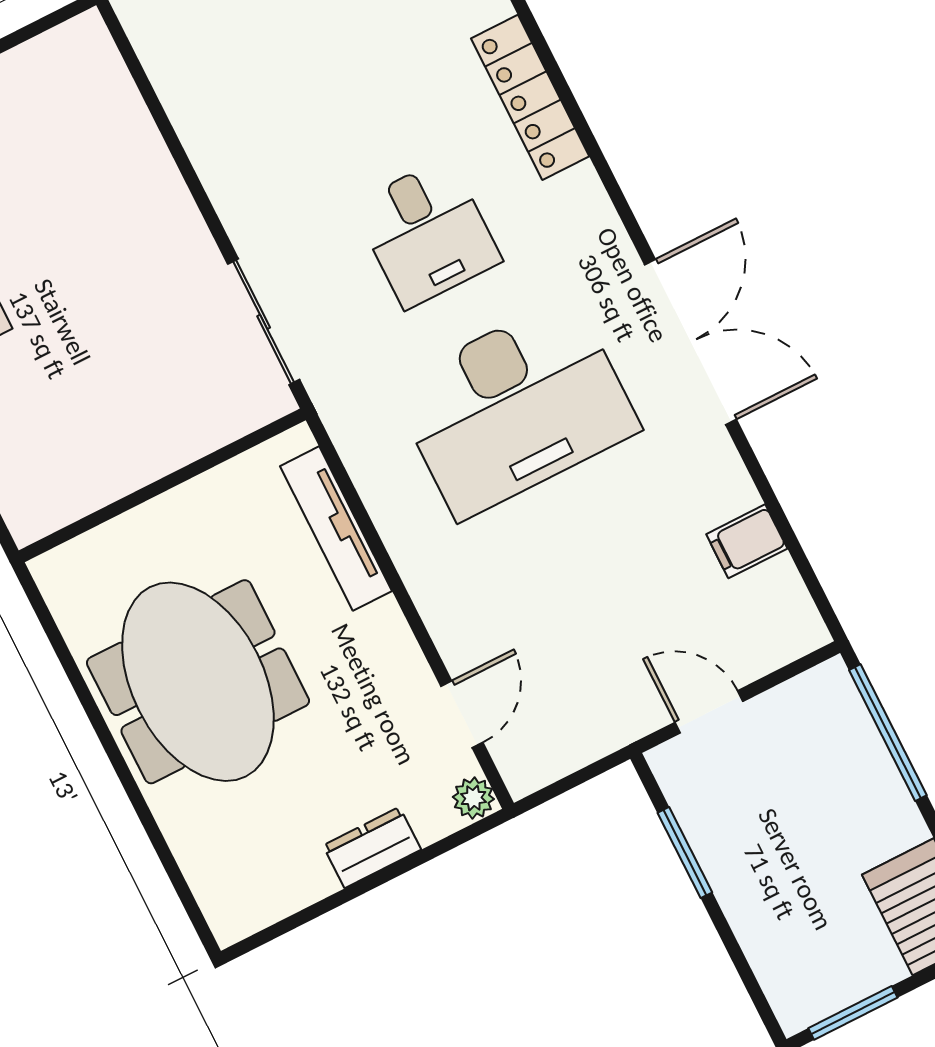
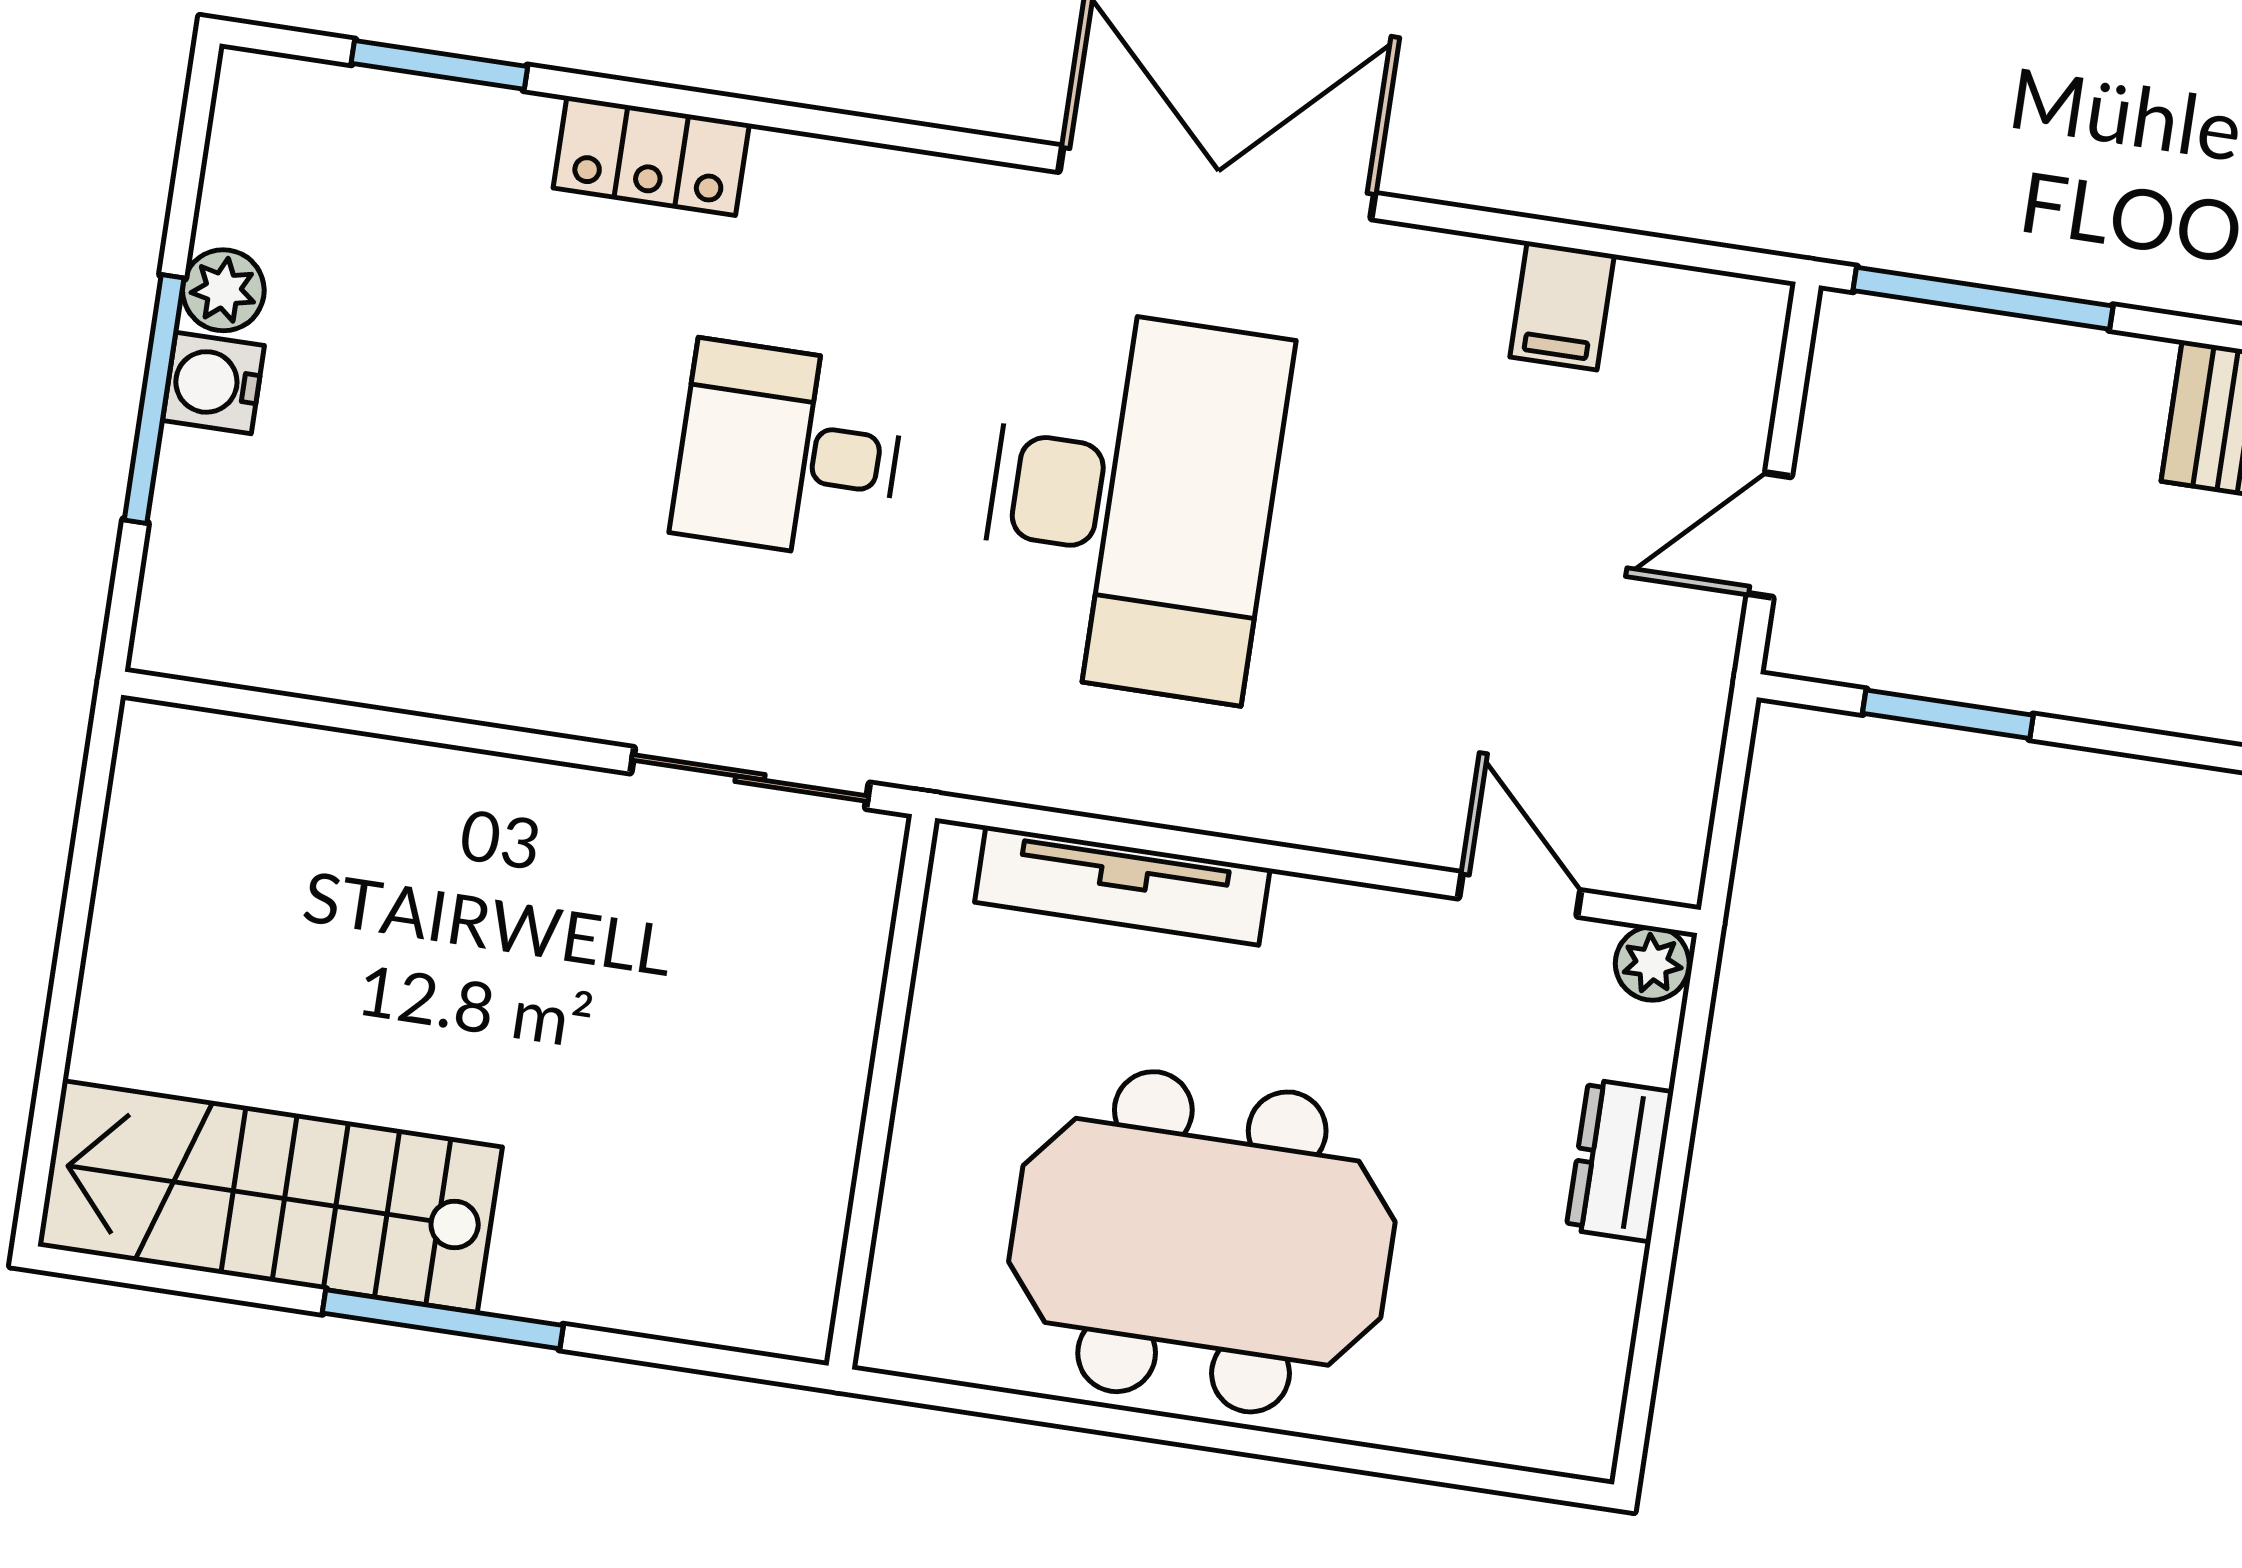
locker: (530, 97) -> (651, 156), width x0.66
desk: (427, 233) -> (789, 451), turned 180

